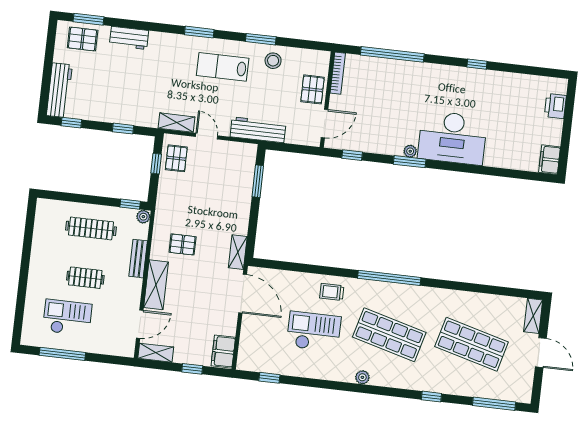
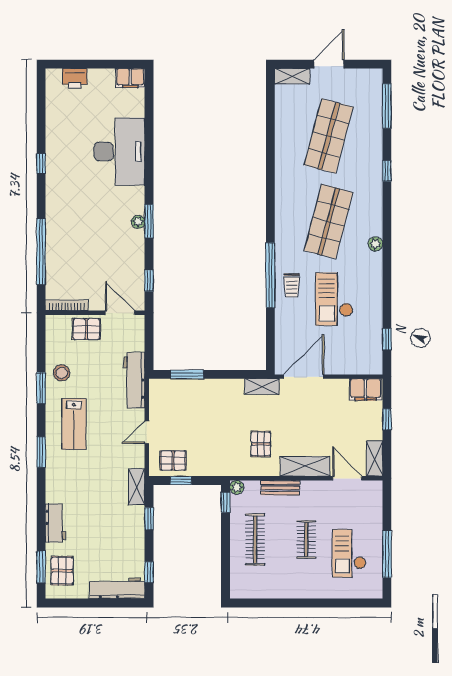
shelving: (176, 123) -> (137, 487), moved
desk: (452, 138) -> (119, 151), moved
window: (389, 278) -> (270, 275), moved

